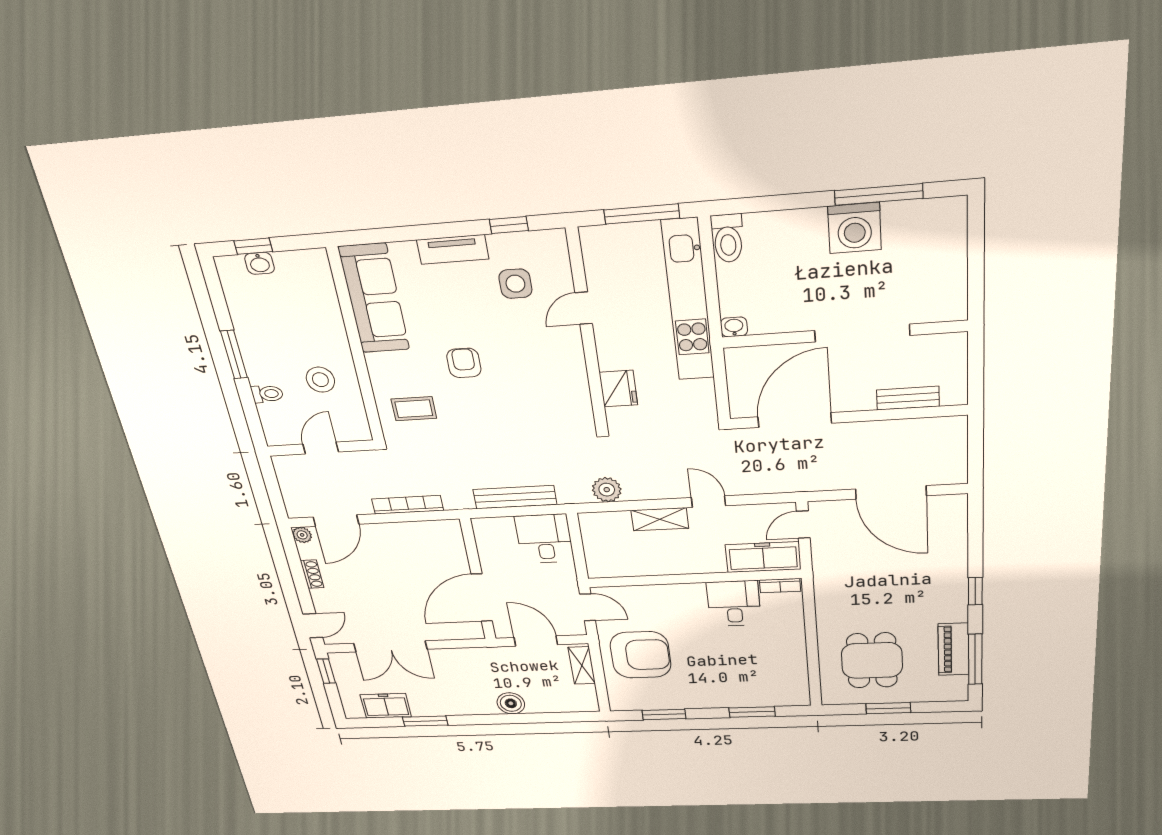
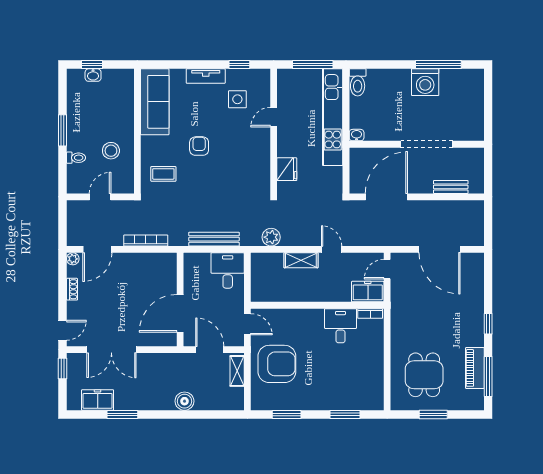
freezer: (763, 557) -> (368, 292), width x0.71

